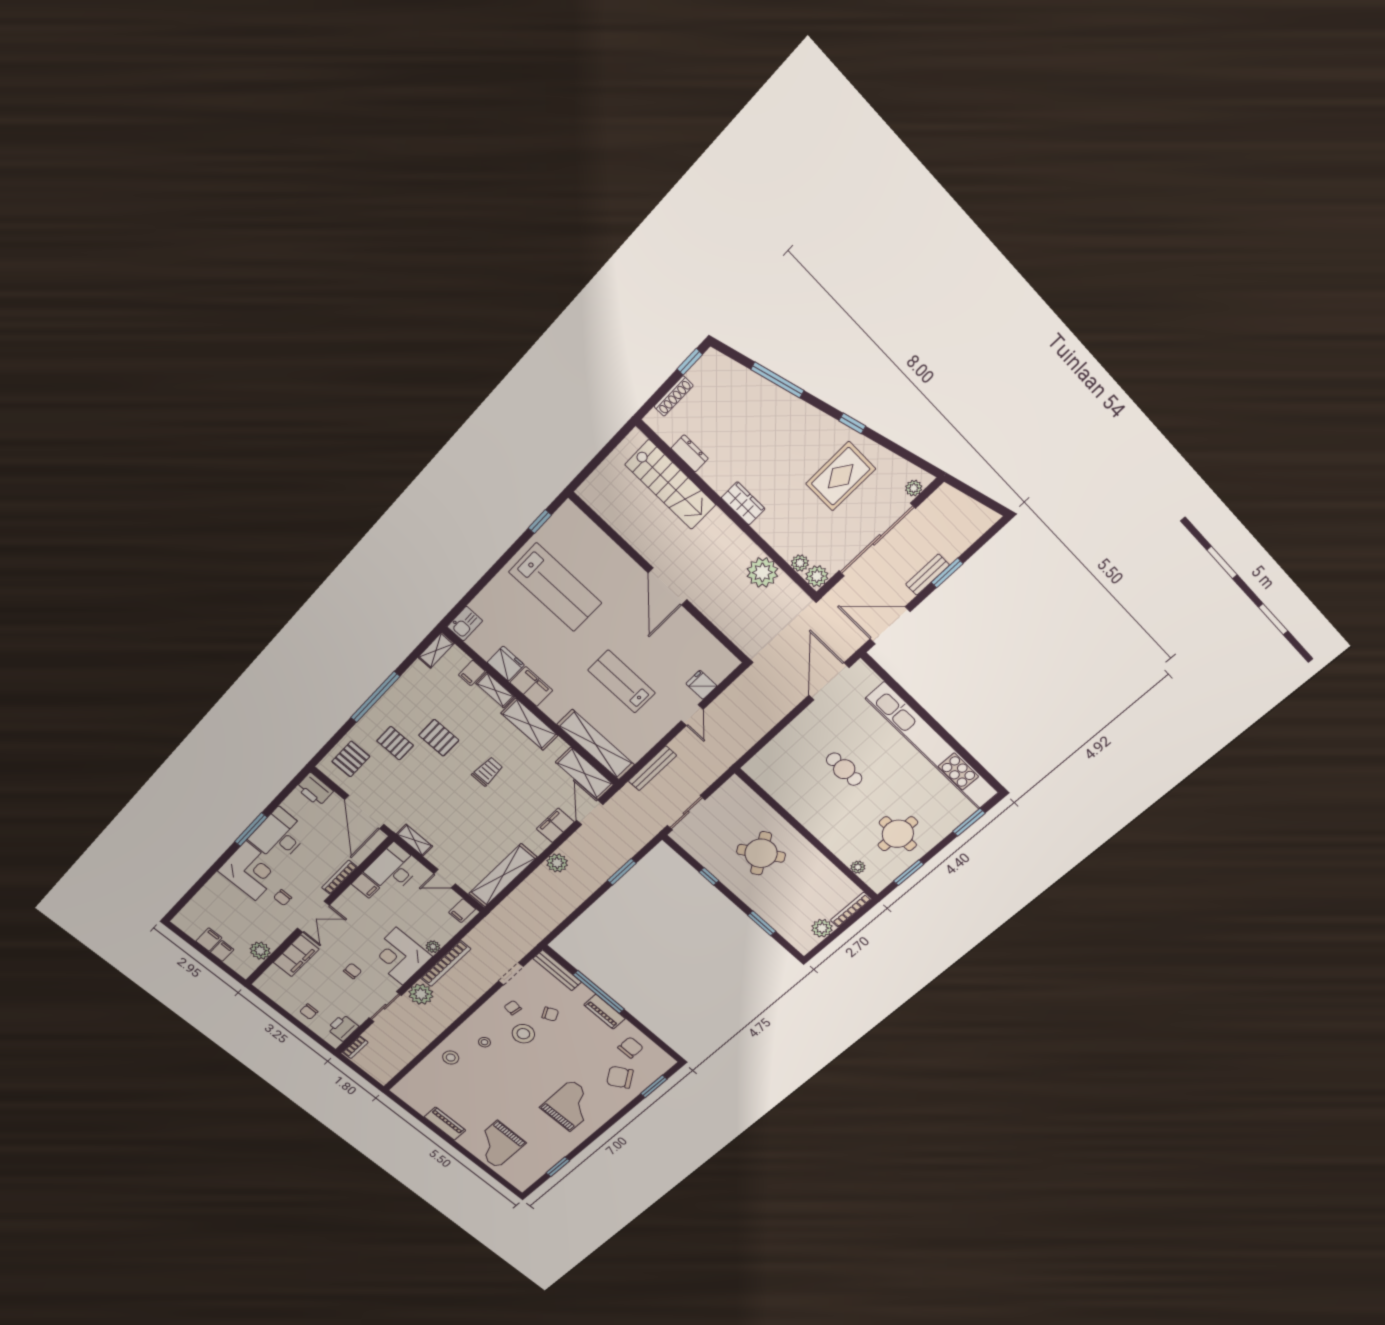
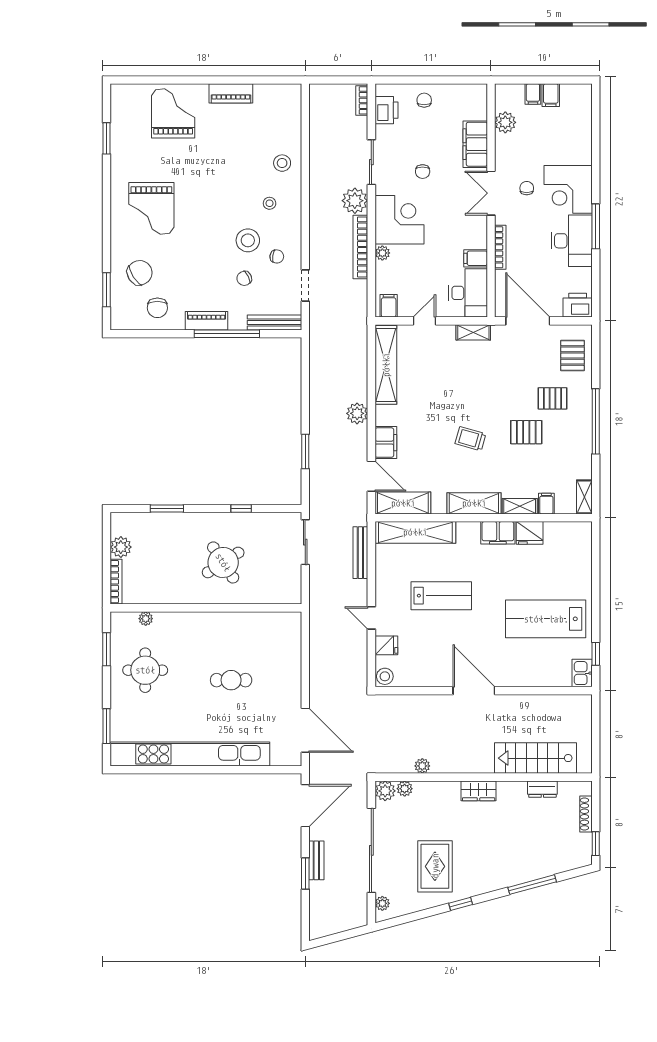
plant: (762, 572) -> (422, 766), width x0.53, depth x0.53
kitchen sink: (465, 624) -> (582, 673), moved
stool: (726, 663) -> (385, 676), added
trolley: (487, 771) -> (470, 439), turned 106

